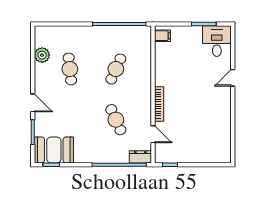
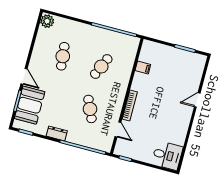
filing cabinet: (162, 36) -> (143, 68), moved
desk: (217, 41) -> (167, 156), moved, turned 90
plant: (42, 55) -> (47, 21), moved
booth: (54, 150) -> (30, 105), moved, turned 90
dresser: (140, 157) -> (57, 133), moved

